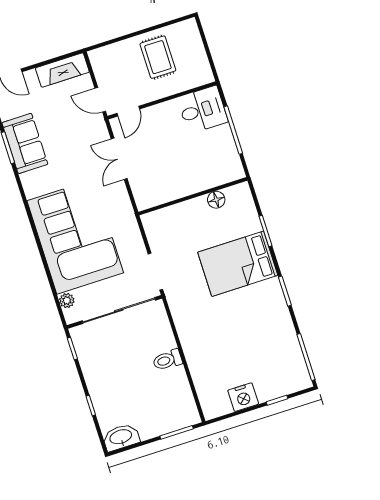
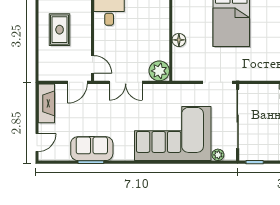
rug: (158, 57) -> (60, 30), turned 90
plant: (147, 196) -> (159, 71), added
floor lamp: (216, 200) -> (179, 40), moved

